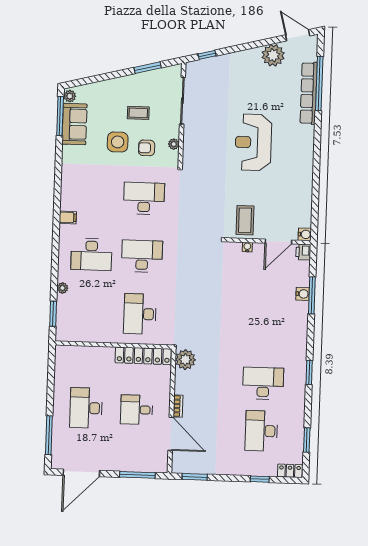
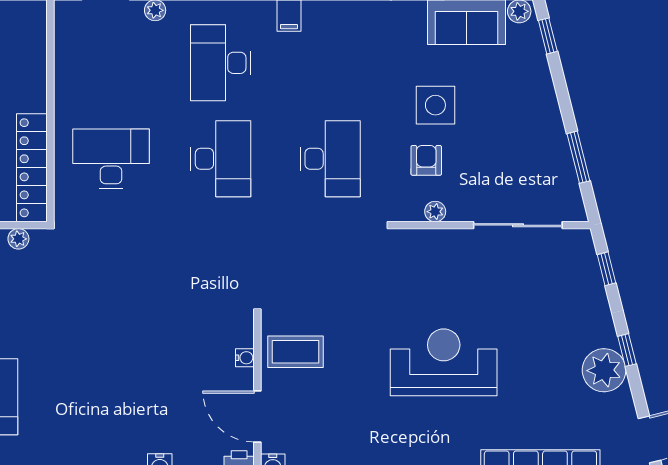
window: (250, 46) -> (627, 350), added
plant: (273, 55) -> (604, 370), moved
window: (83, 81) -> (548, 36), added
coffee table: (138, 113) -> (492, 142), removed
plant: (185, 360) -> (18, 239), width x0.53, depth x0.53

